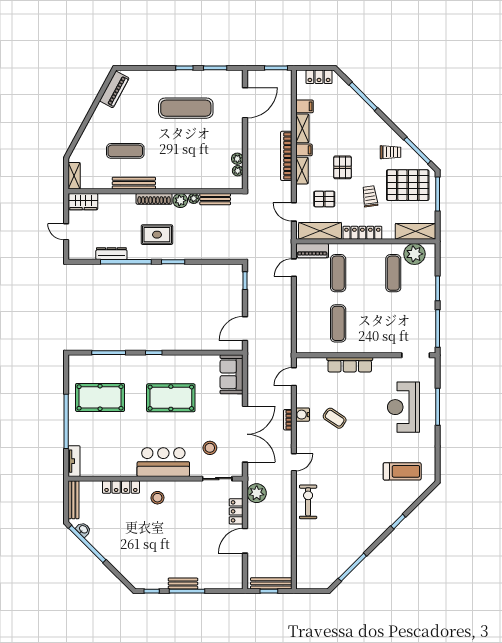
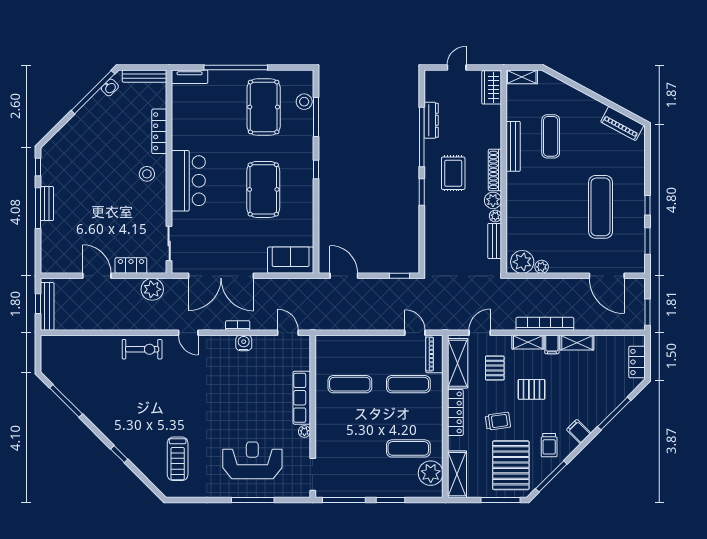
filing cabinet: (305, 106) -> (579, 431), moved, turned 135
plant: (238, 171) -> (522, 262), width x1.87, depth x1.87
plant: (379, 362) -> (304, 431), added
coffee table: (335, 418) -> (239, 380), removed
stool: (210, 448) -> (304, 102), moved

